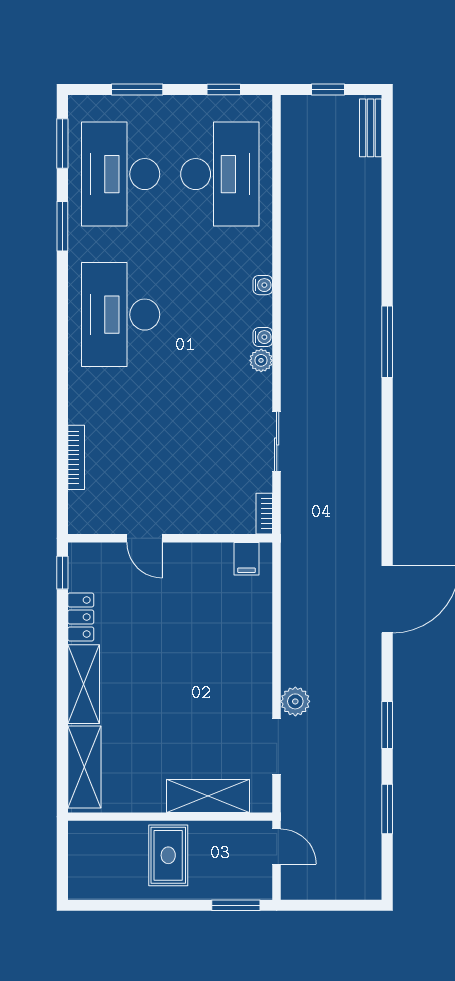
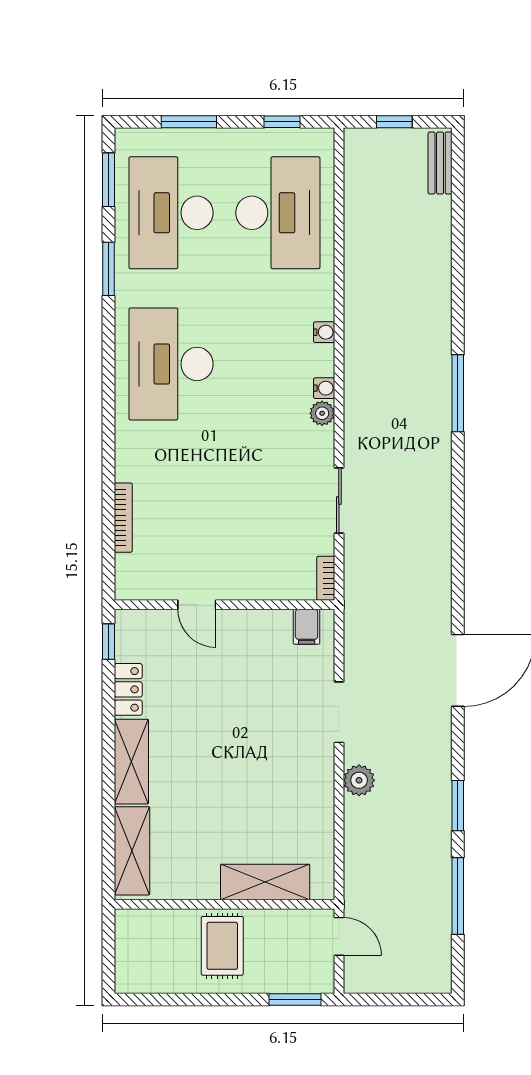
doorway: (277, 747) -> (339, 712), moved
window: (387, 809) -> (458, 896), width x1.44

